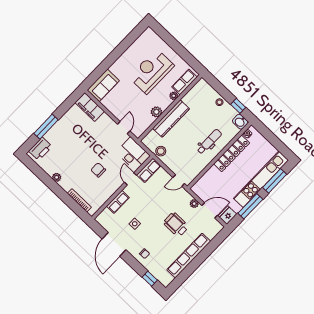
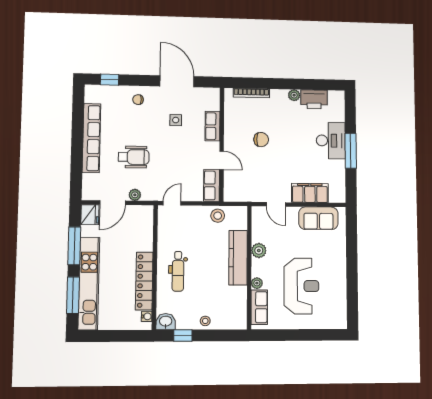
sofa: (103, 85) -> (318, 218), moved, turned -90
filing cabinet: (90, 107) -> (310, 193), moved
window: (46, 127) -> (351, 151), moved
printer: (40, 149) -> (314, 99), moved, turned -90
desk: (133, 154) -> (331, 141), moved, turned -90

